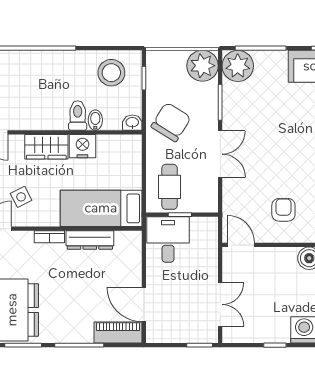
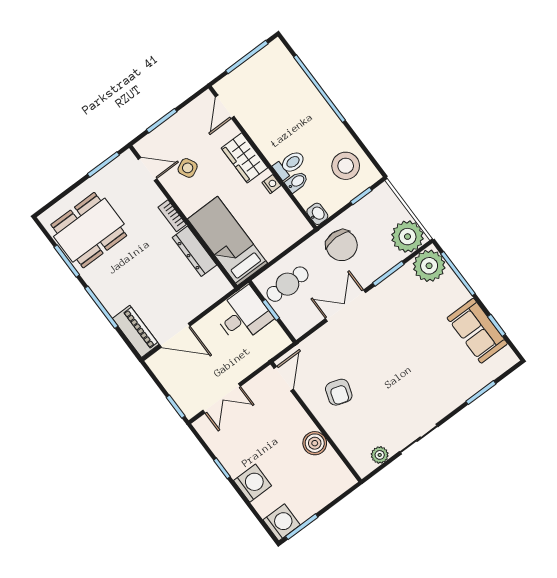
chair: (171, 122) -> (342, 245), turned 58
nightstand: (82, 146) -> (272, 184), width x0.53, depth x0.56
double door: (220, 154) -> (346, 306), swing flipped
armchair: (283, 210) -> (339, 392), turned 108
door: (144, 304) -> (175, 335), swing flipped

